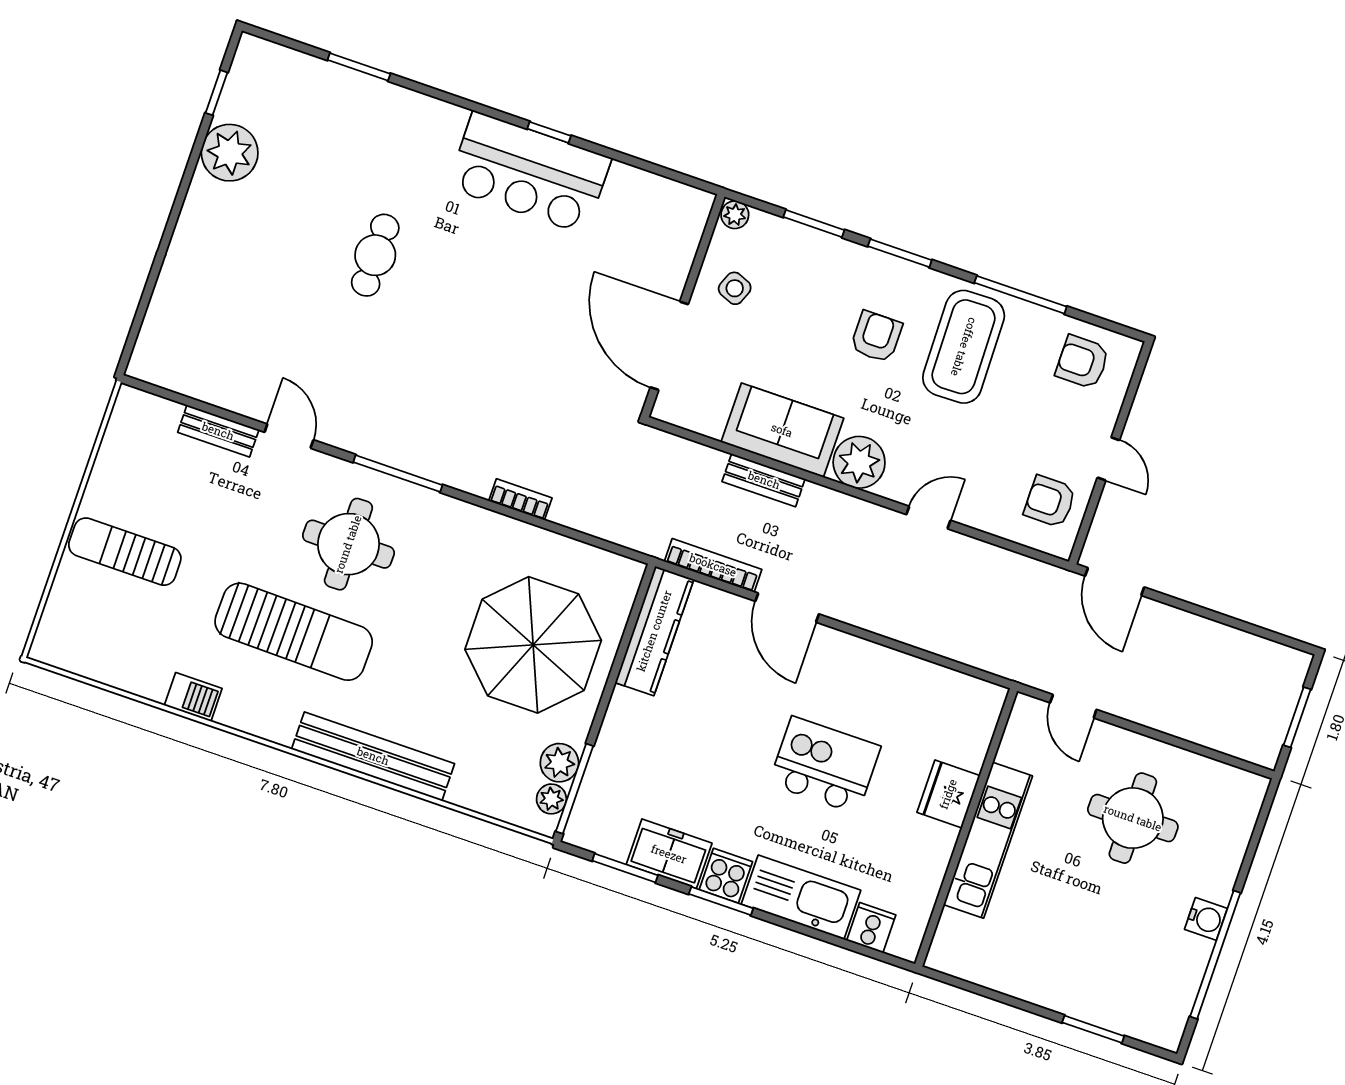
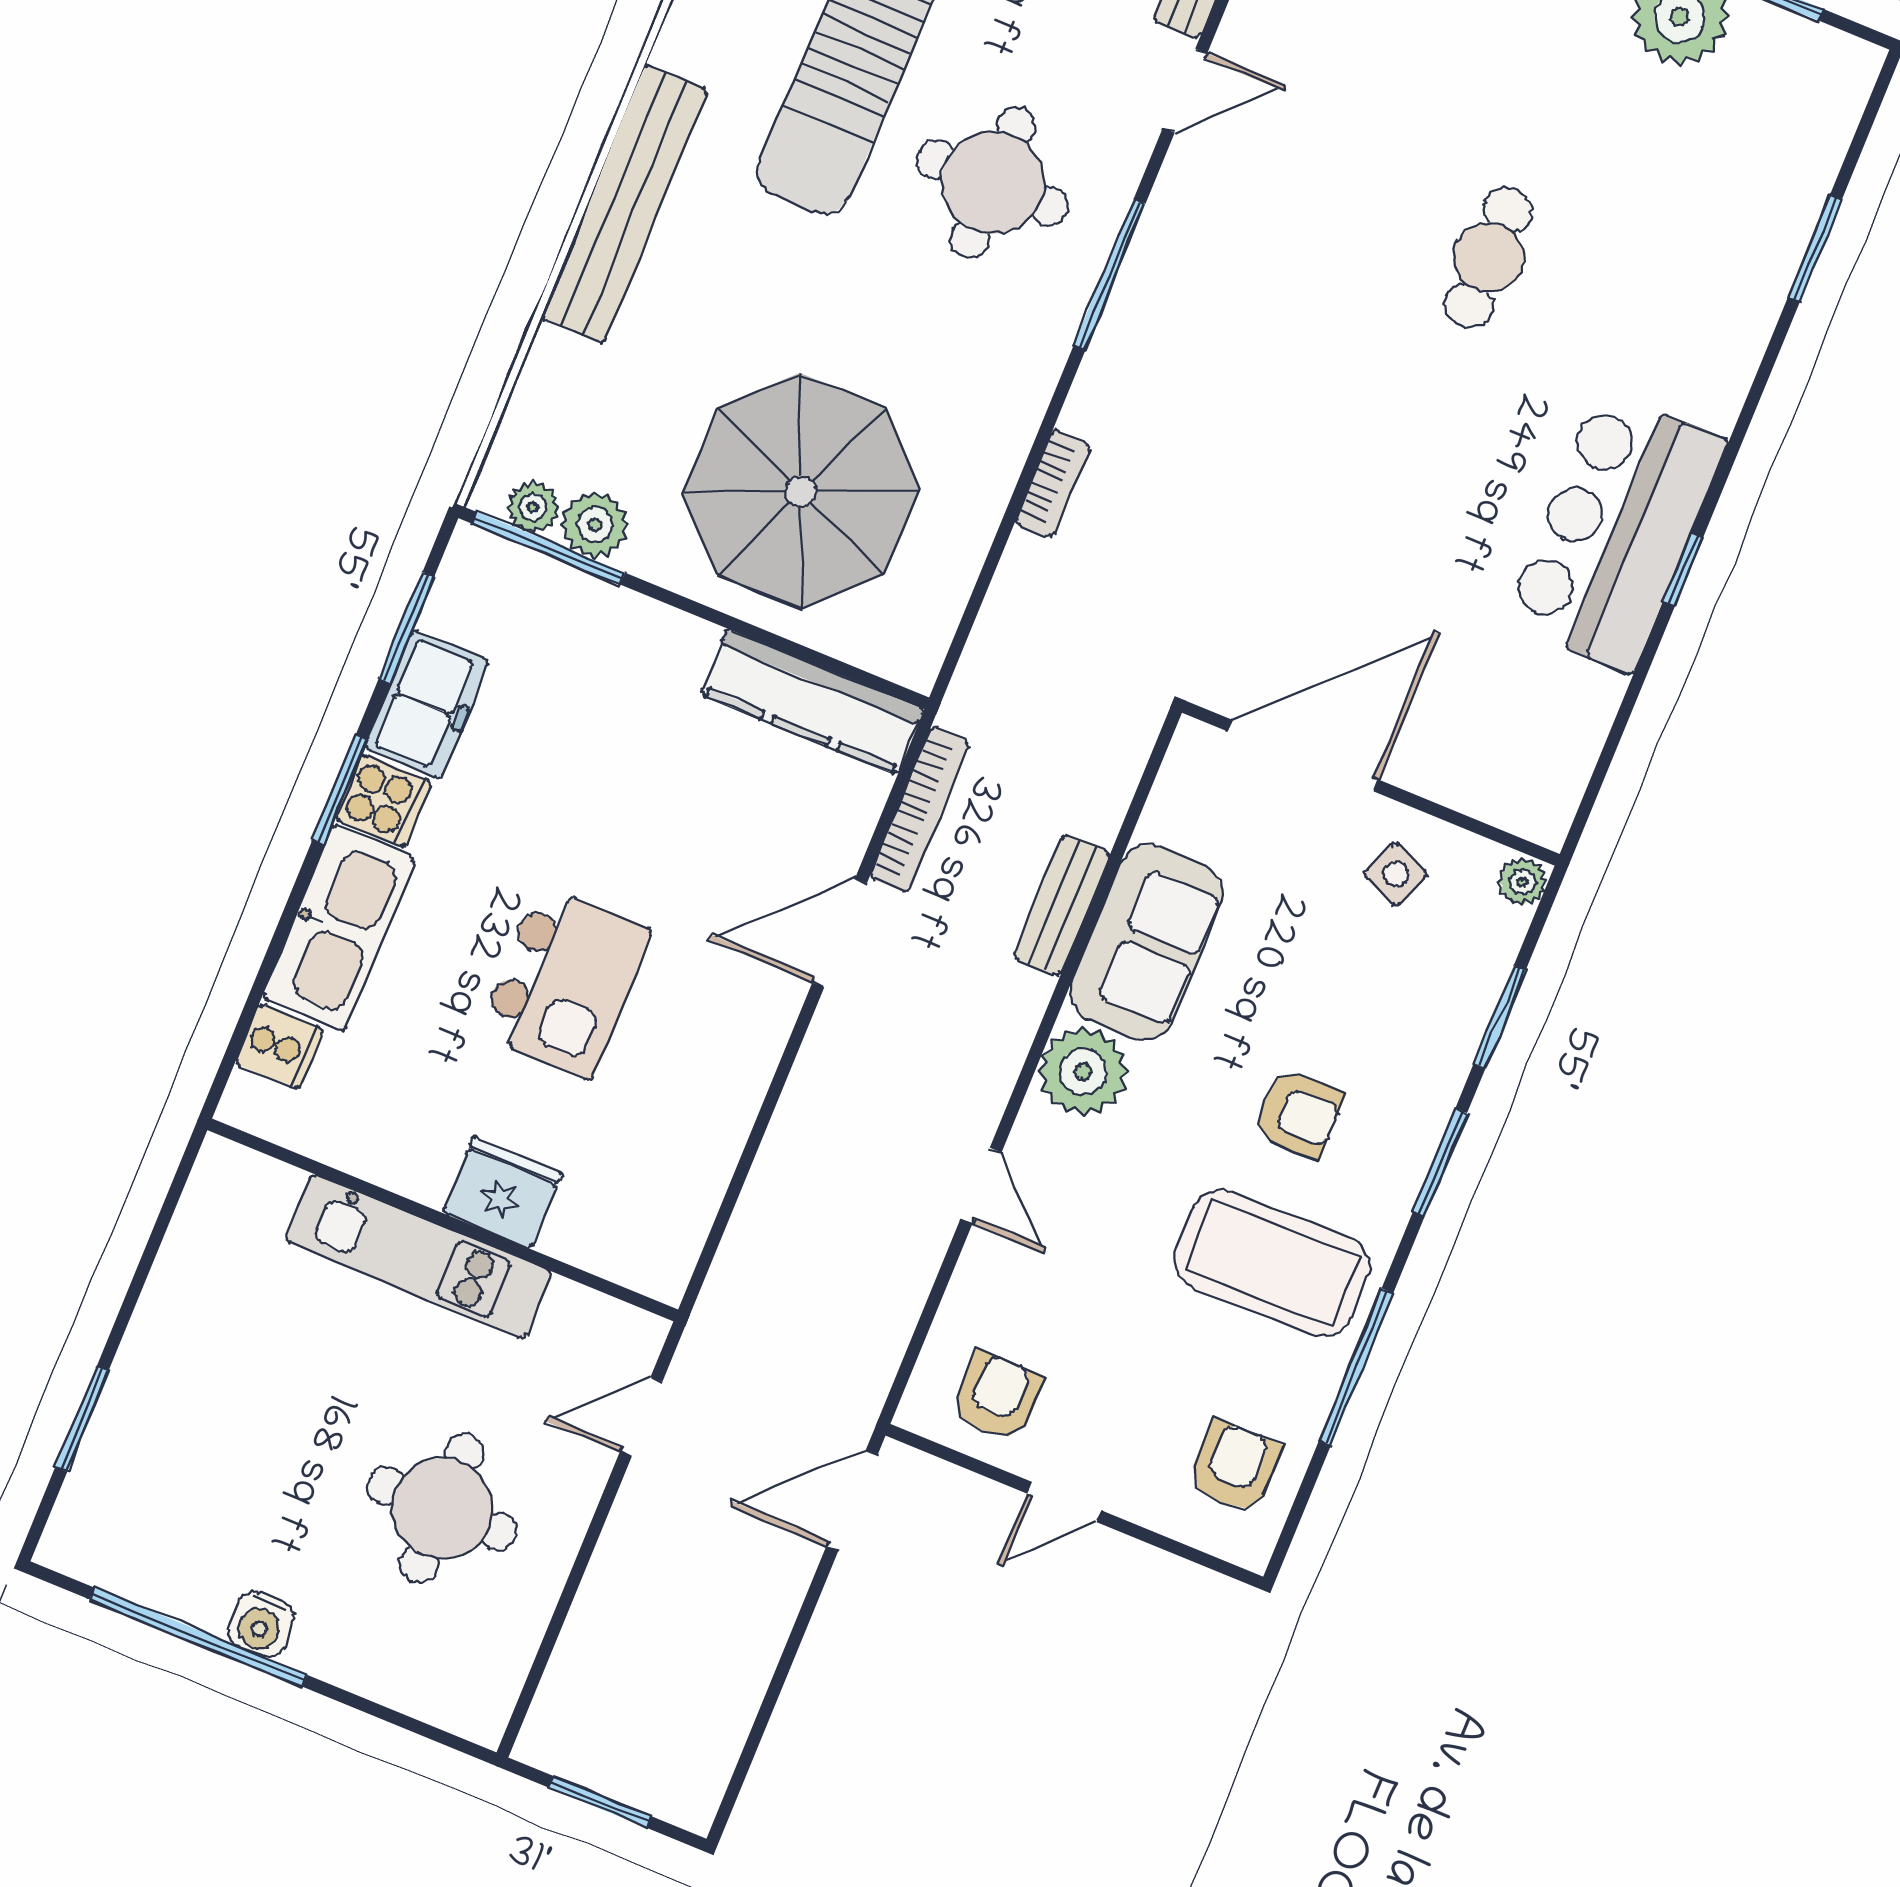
cafe table: (375, 255) -> (1488, 257), turned 90

